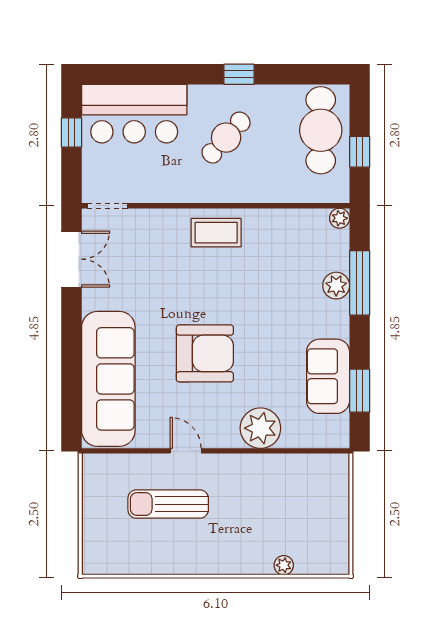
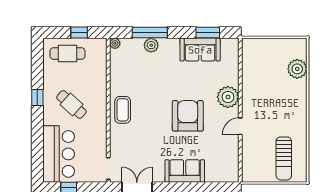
cafe table: (321, 130) -> (67, 53), width x0.73, depth x0.74
sofa: (108, 379) -> (185, 171), width x0.54, depth x0.79
plant: (260, 428) -> (228, 97), moved
sun lounger: (168, 504) -> (284, 158), moved
plant: (284, 565) -> (297, 69), width x1.87, depth x1.87

